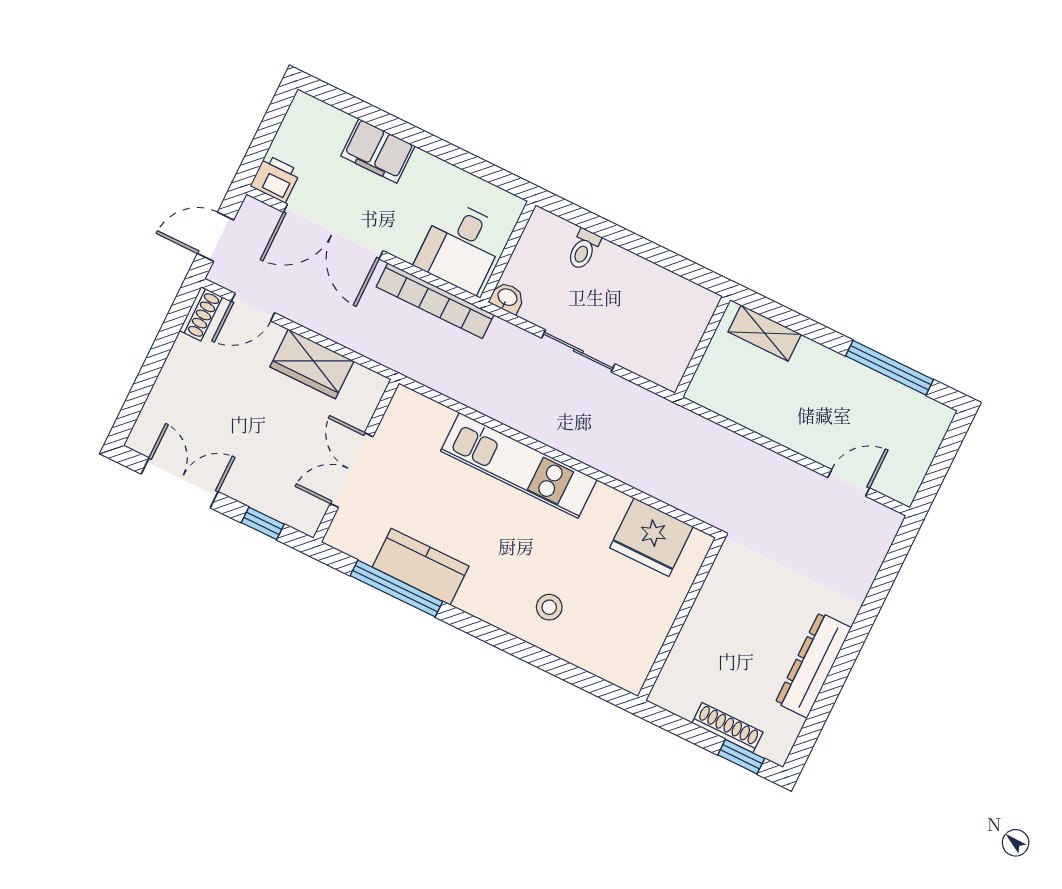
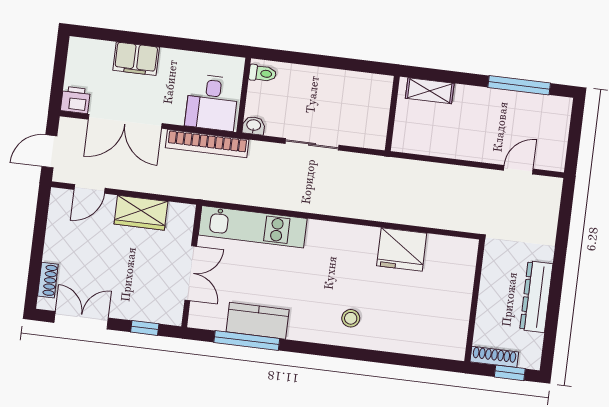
toilet: (584, 249) -> (263, 73), moved, turned -90
shoe rack: (201, 314) -> (48, 280), moved
kitchen unit: (519, 465) -> (253, 227), moved
double door: (352, 470) -> (191, 273), swing flipped
wall: (681, 619) -> (475, 301), moved

